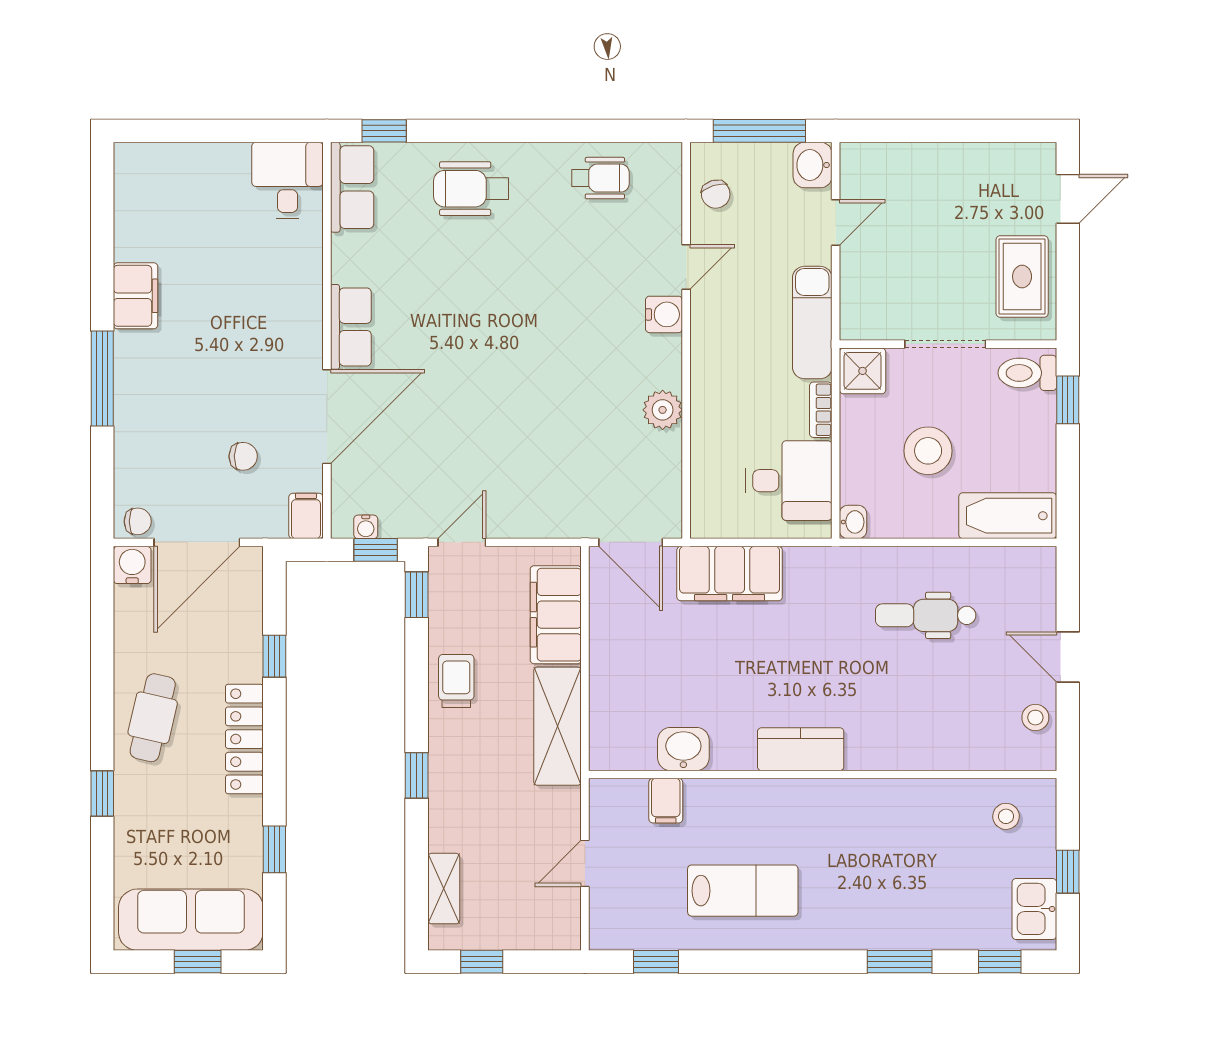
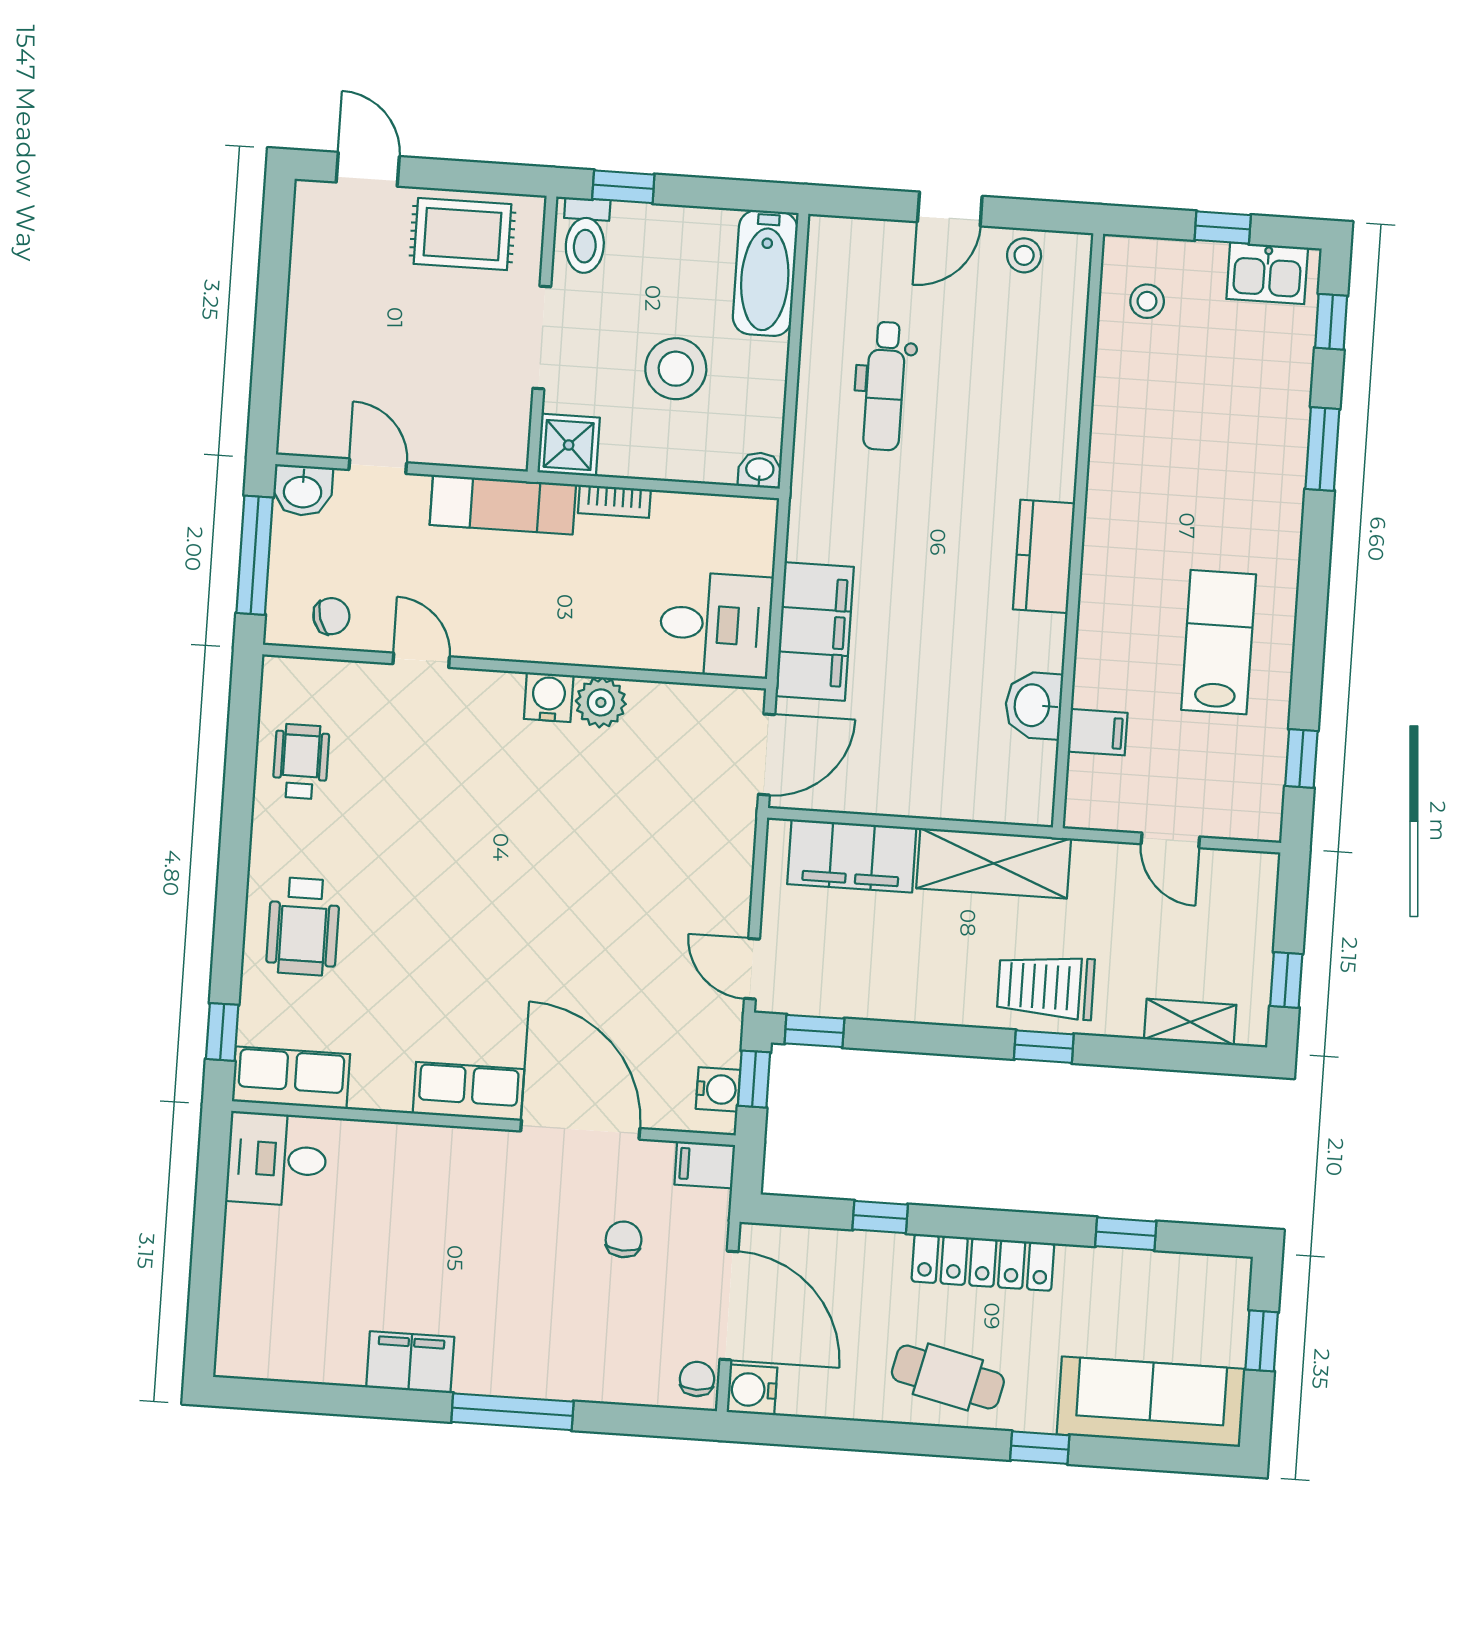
water cooler: (664, 314) -> (549, 697), moved
desk: (789, 481) -> (716, 625), moved, turned 90
water cooler: (366, 527) -> (718, 1089), width x1.38, depth x1.38
trolley: (456, 681) -> (1046, 987), moved, width x1.36, depth x1.39
sofa: (191, 920) -> (1151, 1402), moved, turned 90

